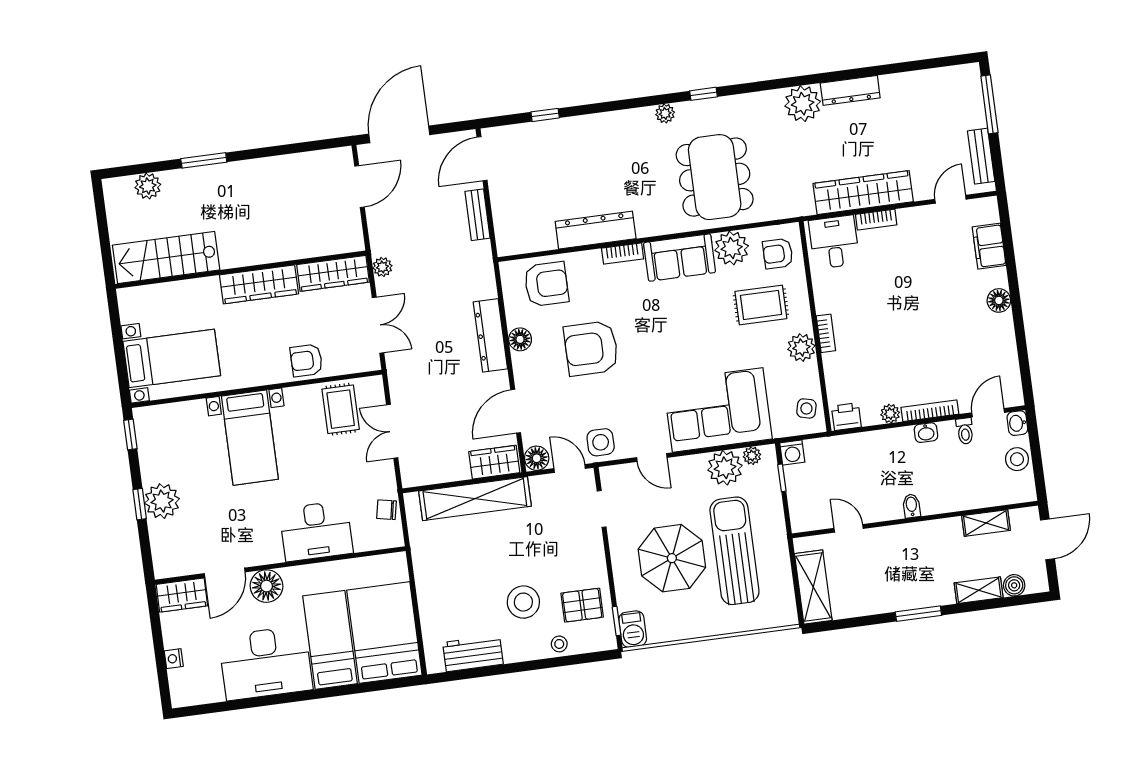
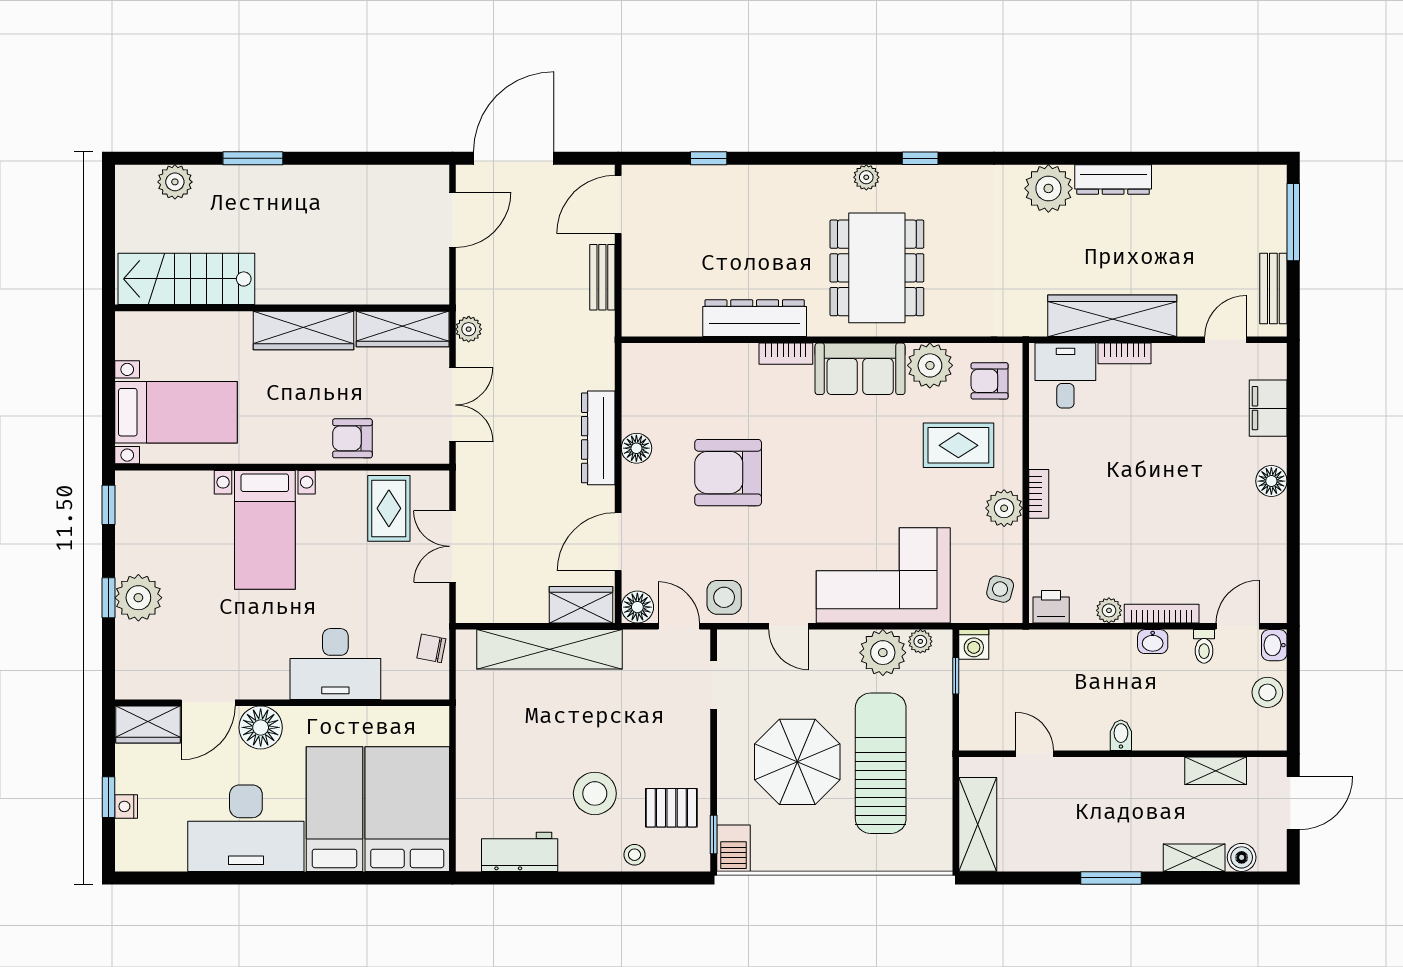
dining table: (715, 177) -> (877, 268), moved
armchair: (546, 284) -> (681, 380), removed
window: (160, 653) -> (109, 797), added

